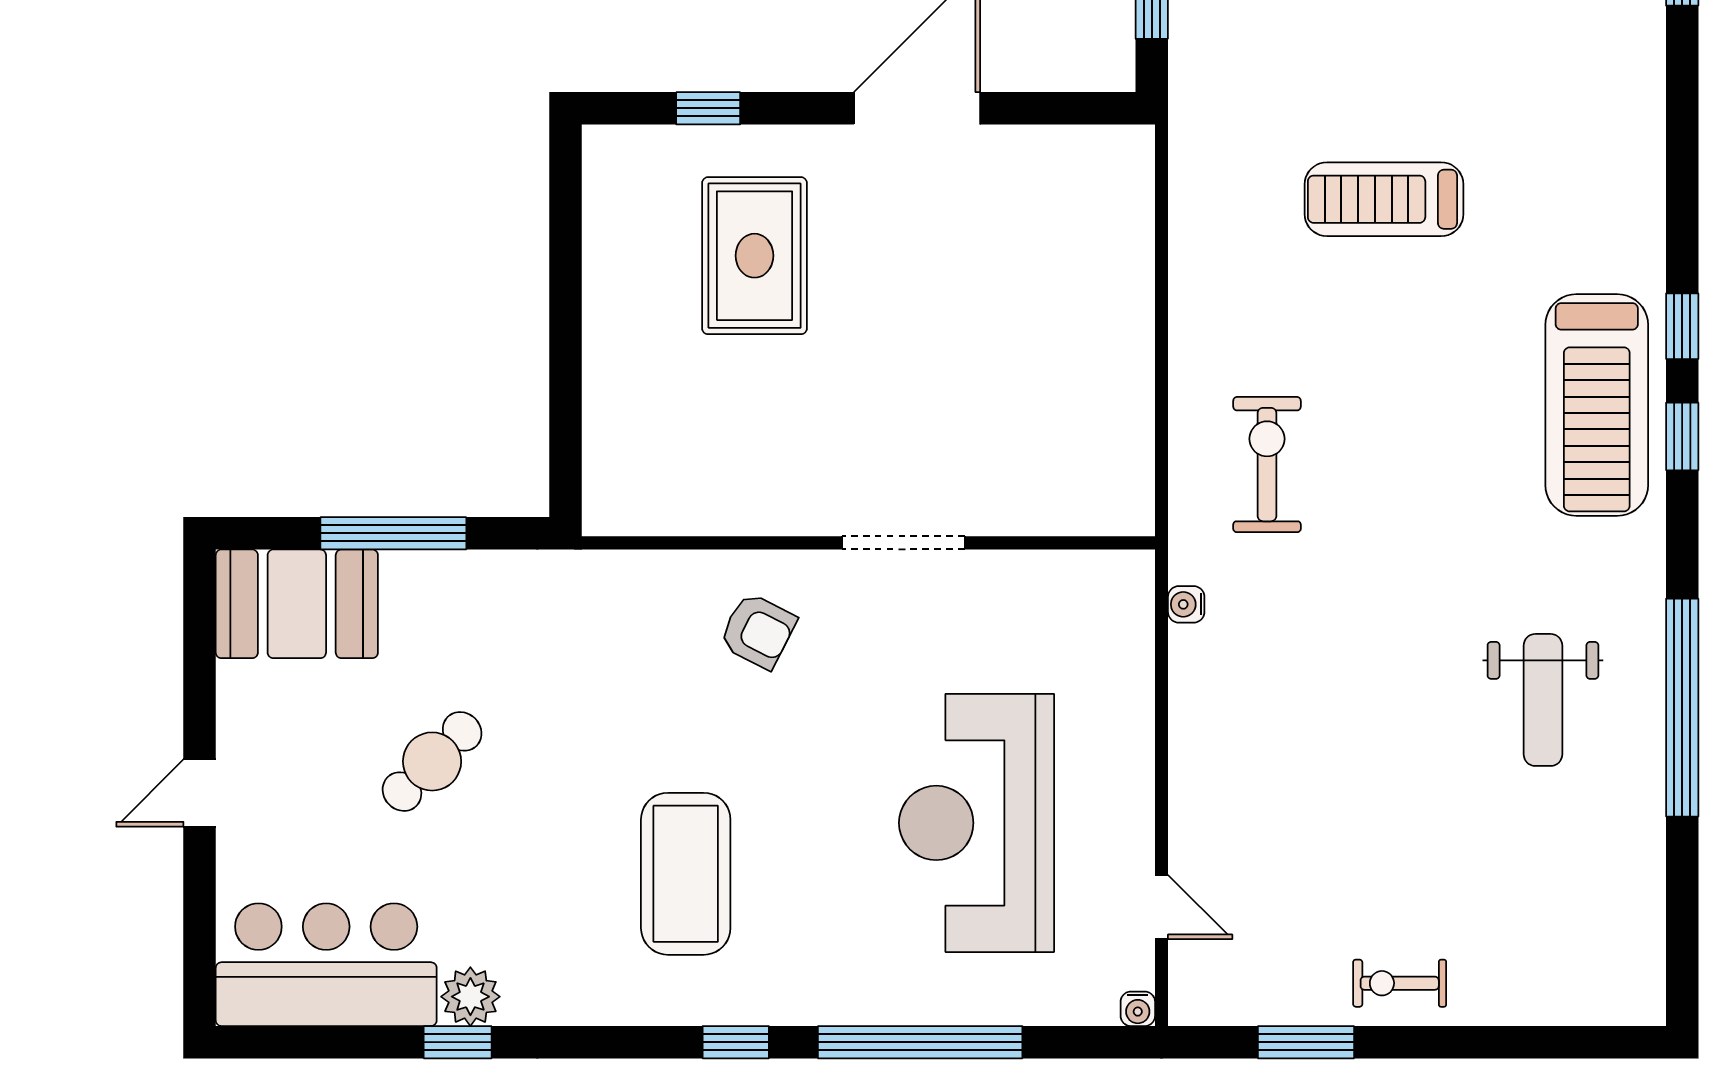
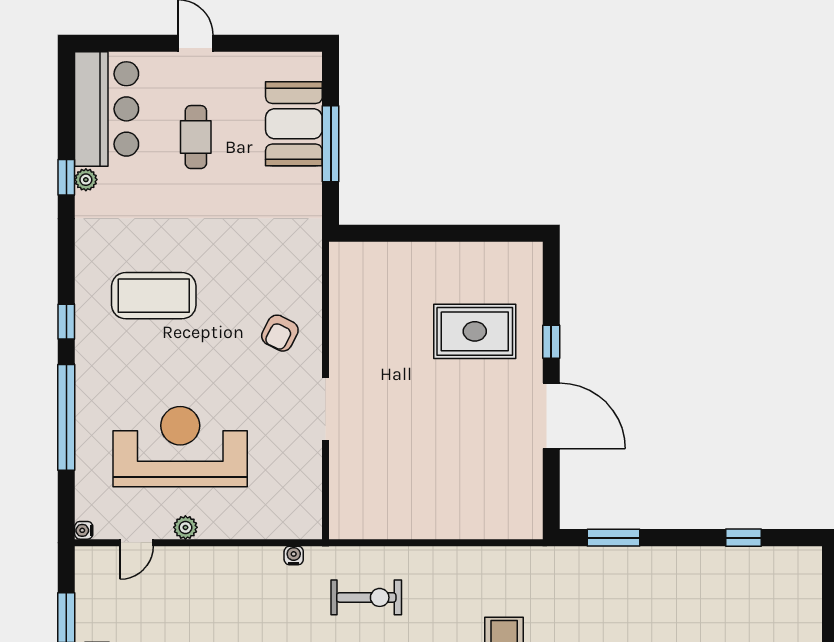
window: (708, 108) -> (551, 342), moved
booth: (297, 604) -> (294, 124), moved
cafe table: (432, 761) -> (196, 137), moved, turned 45
plant: (1132, 813) -> (185, 527), added
plant: (470, 997) -> (86, 180), width x0.73, depth x0.73

